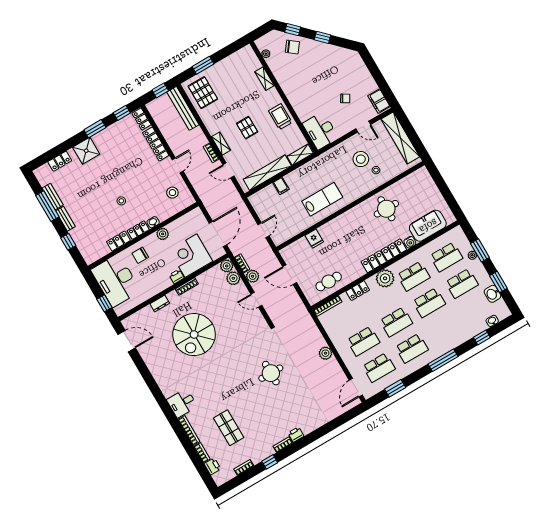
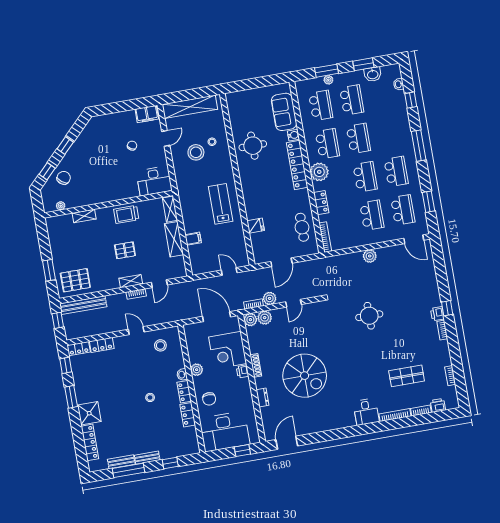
locker: (156, 144) -> (102, 345), width x0.66
locker: (60, 161) -> (90, 442), width x1.53
shelving: (267, 173) -> (174, 239), width x0.68
window: (270, 462) -> (447, 308), moved

